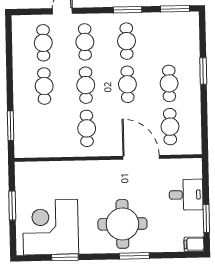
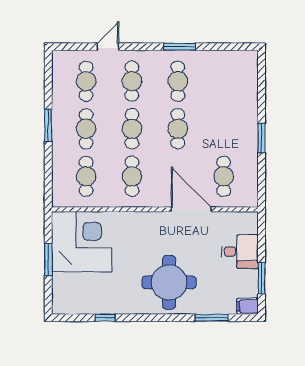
window: (175, 9) -> (232, 47), removed
window: (203, 71) -> (262, 138), moved
cafe table: (169, 83) -> (86, 176), moved
window: (11, 126) -> (48, 125), moved
corner desk: (50, 227) -> (82, 242), moved, turned 90
window: (134, 256) -> (212, 318), moved
window: (65, 257) -> (105, 318), width x0.67

